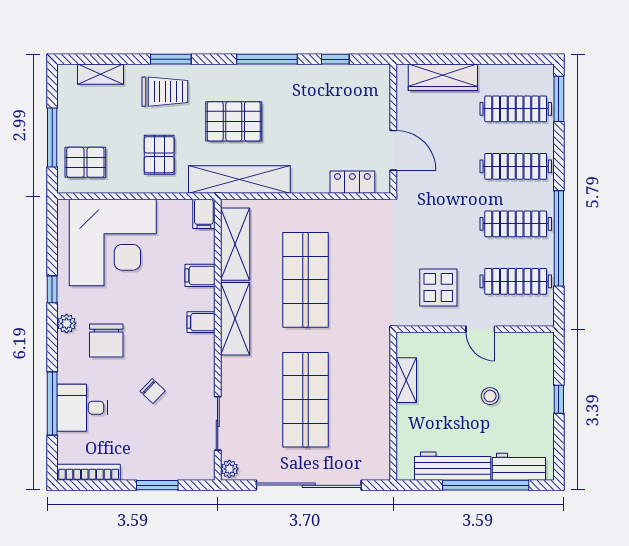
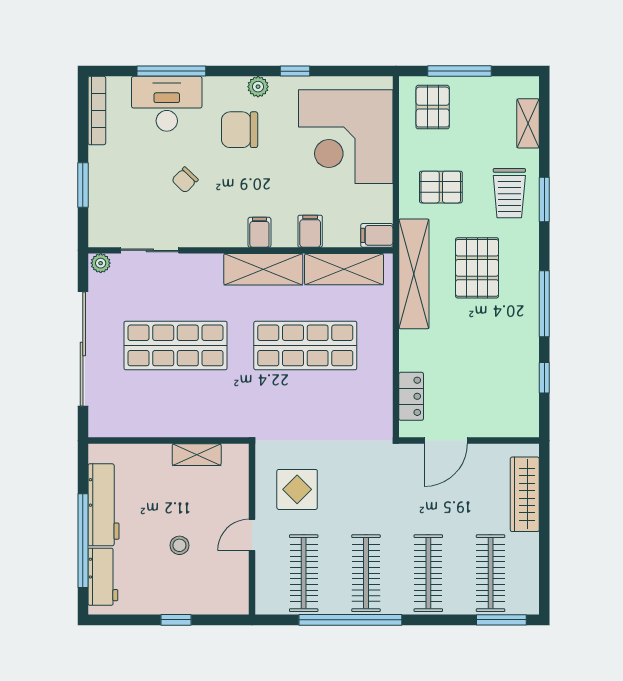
desk: (82, 408) -> (167, 104), width x1.37

